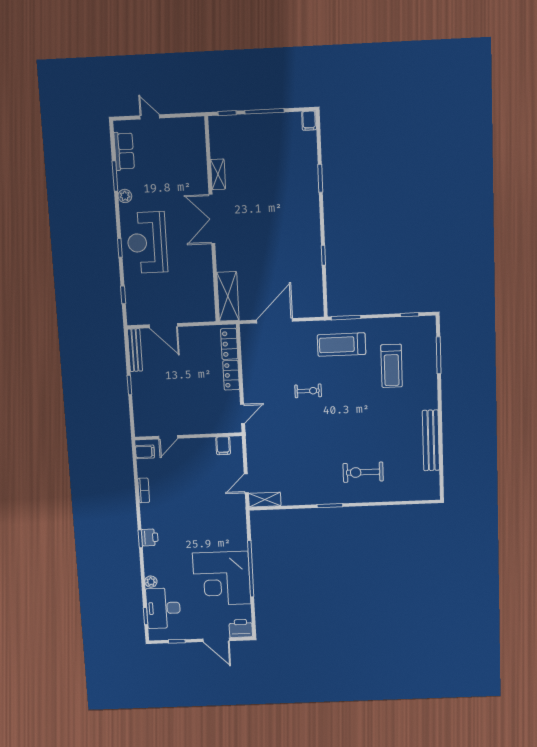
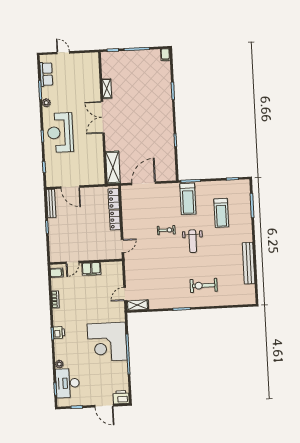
treadmill: (342, 345) -> (188, 199), turned -90
weight bench: (348, 408) -> (193, 241), added
filing cabinet: (223, 446) -> (91, 269), moved, width x2.00
corner desk: (222, 578) -> (107, 342), moved

